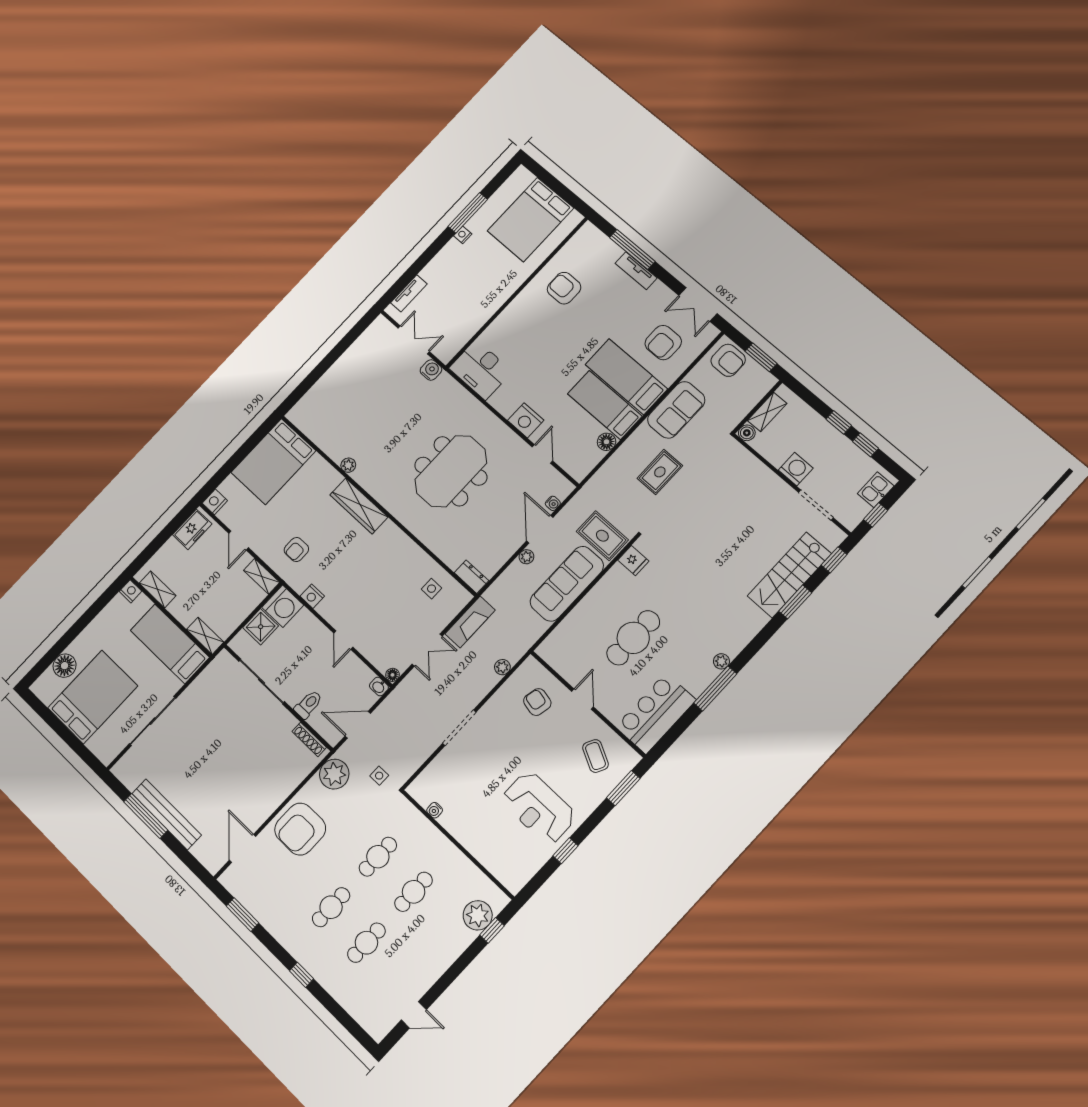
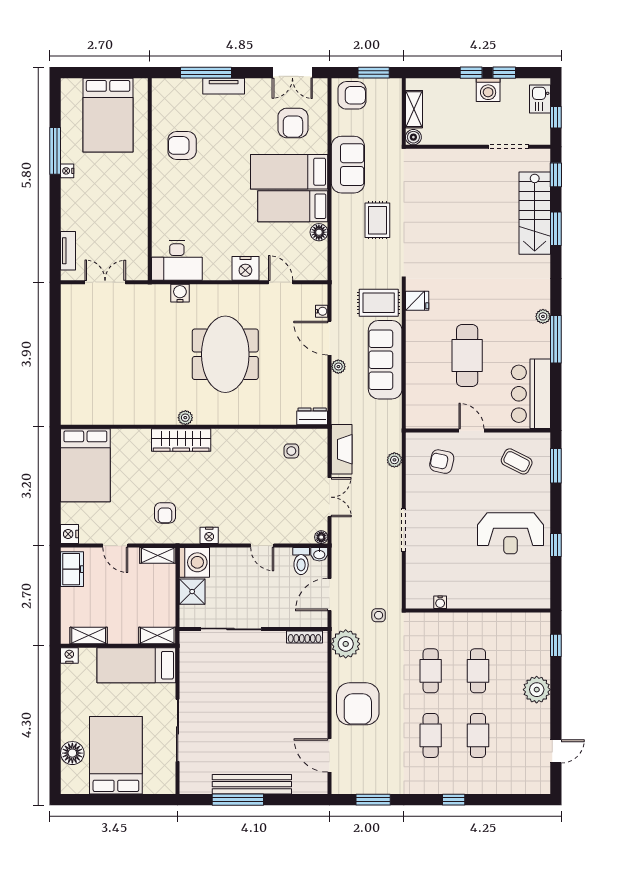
water cooler: (431, 370) -> (180, 293), moved
plant: (348, 465) -> (185, 418), moved
washing machine: (796, 469) -> (488, 90), moved, turned 180
toilet: (308, 704) -> (301, 561), moved, turned 180
plant: (478, 915) -> (537, 690), moved

